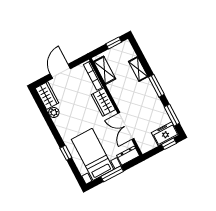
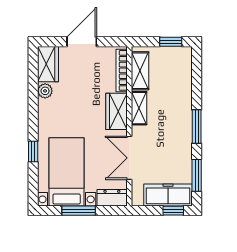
shelving: (138, 69) -> (139, 108), moved
freezer: (165, 134) -> (168, 195), width x1.40

